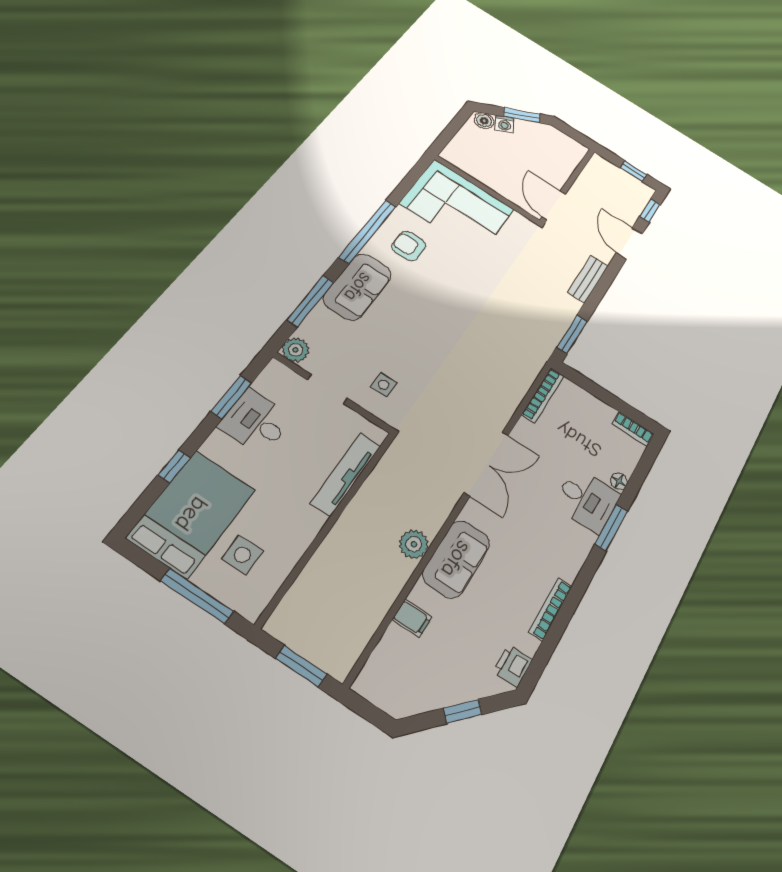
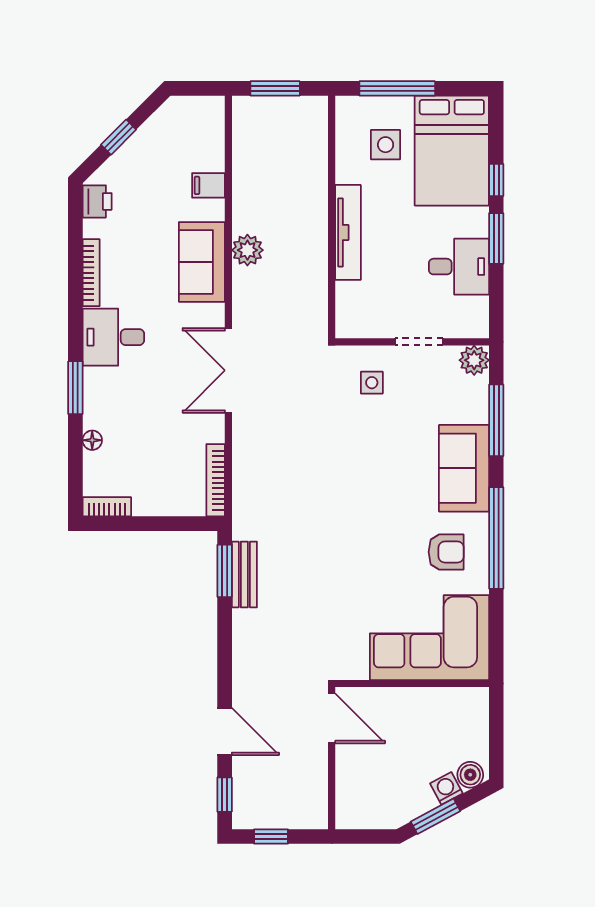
bench: (588, 279) -> (244, 575), moved
window: (231, 397) -> (496, 239), moved
tv unit: (346, 474) -> (348, 232), moved
desk: (587, 500) -> (113, 337), moved

